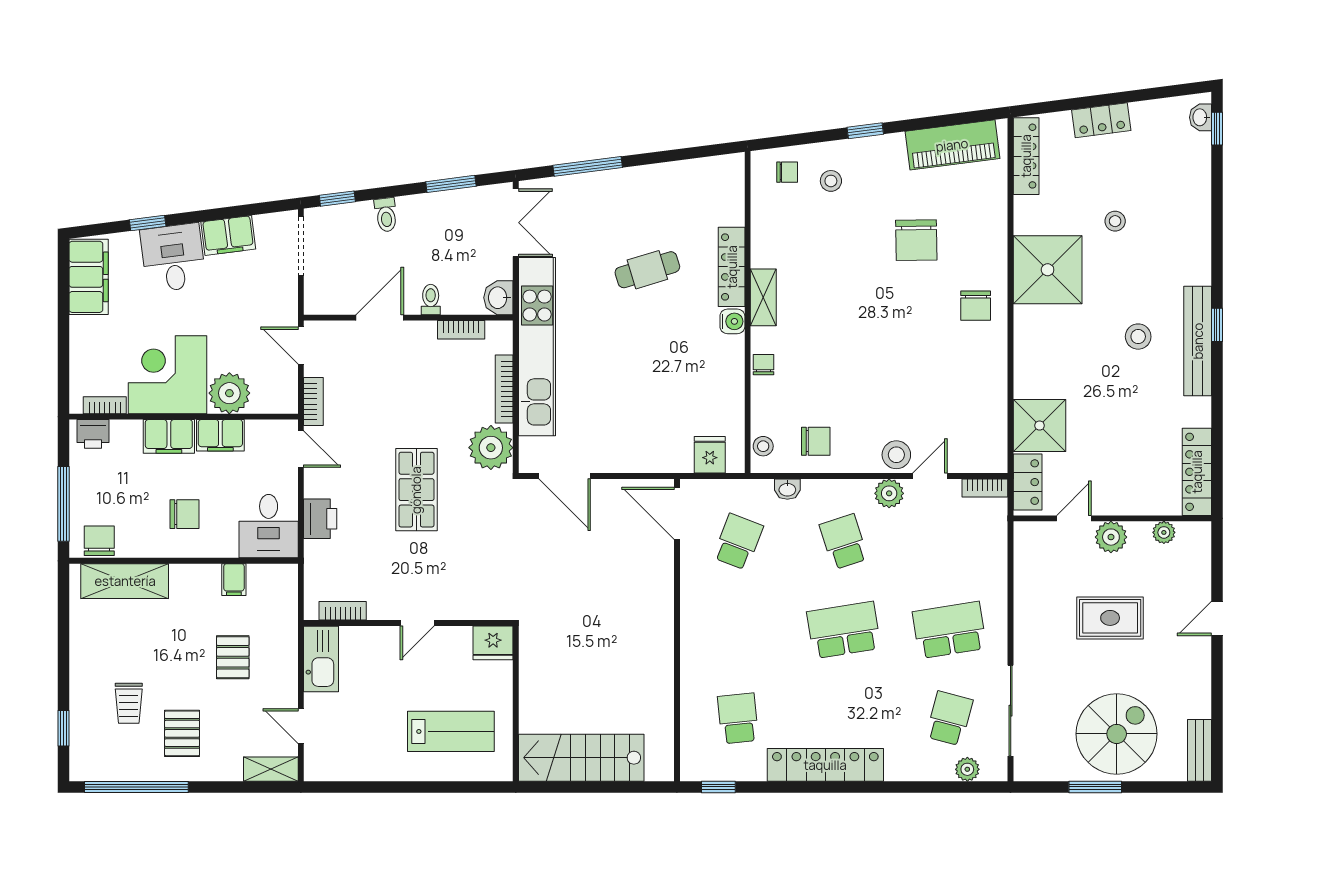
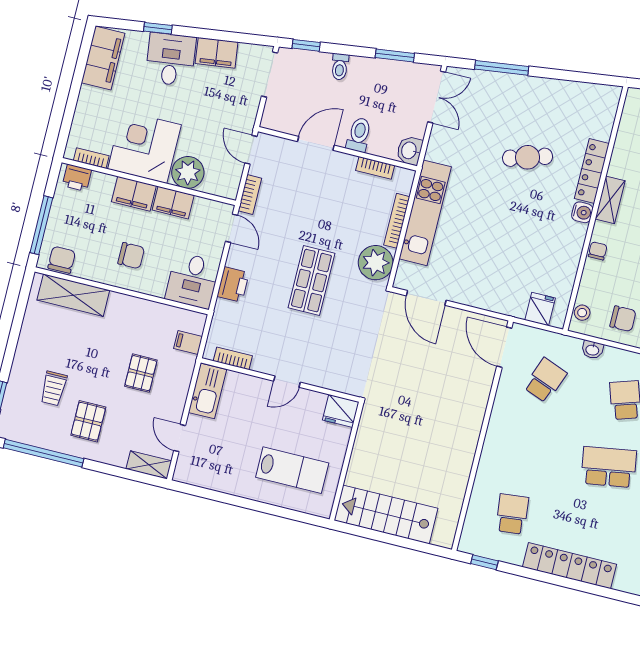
toilet: (431, 300) -> (359, 135), width x1.37, depth x1.39
kitchen unit: (537, 347) -> (425, 213), width x0.73
filing cabinet: (234, 580) -> (188, 342), moved, turned 90

